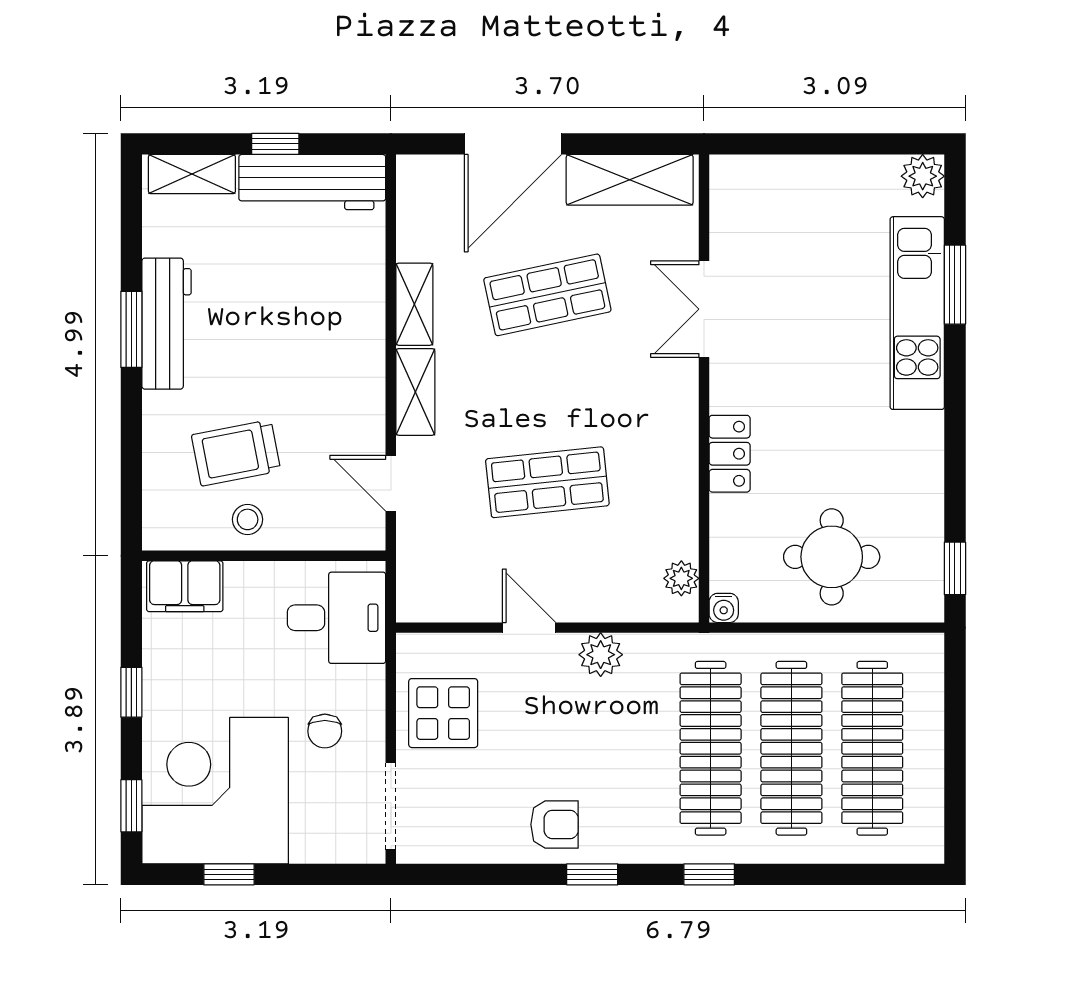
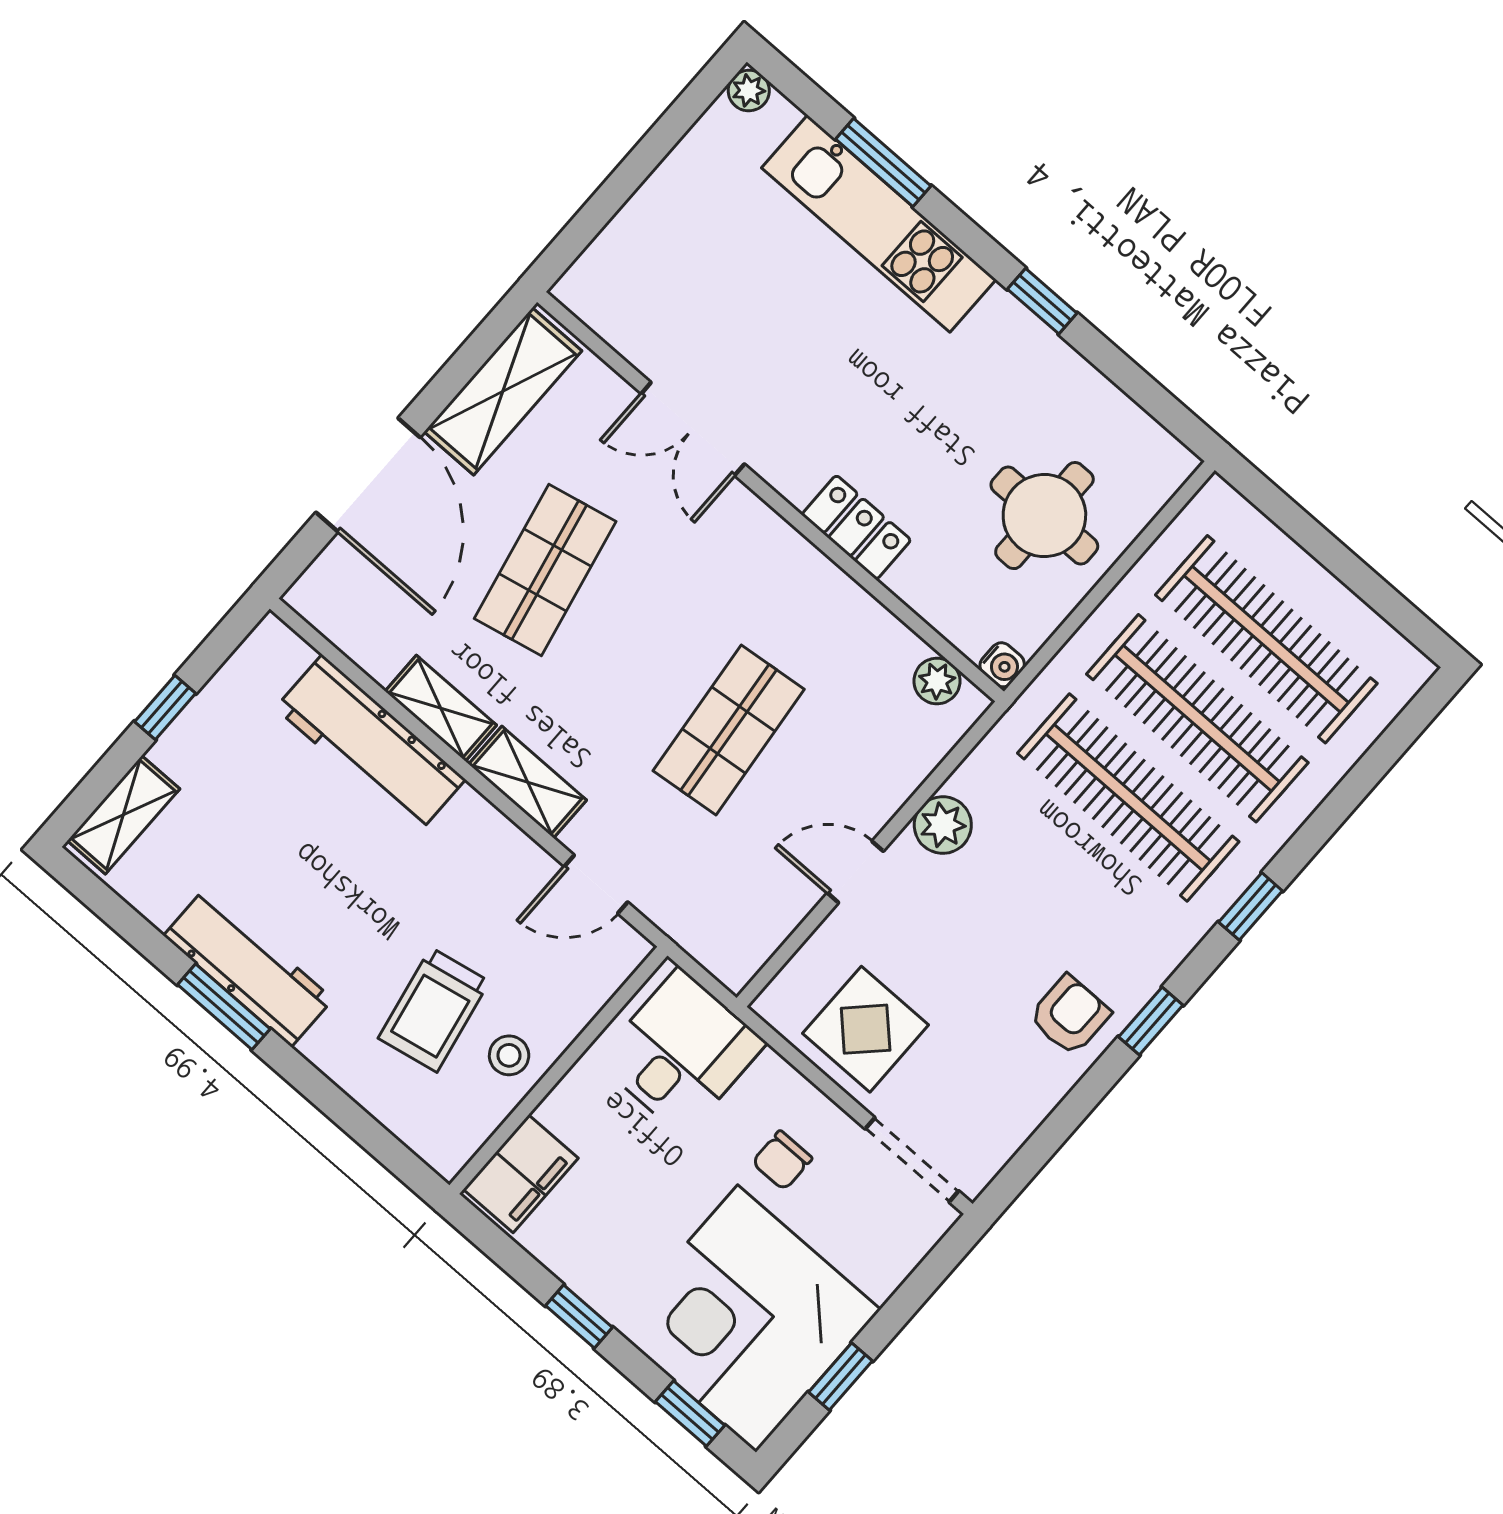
plant: (923, 176) -> (749, 90), width x0.73, depth x0.73
workbench: (312, 182) -> (370, 744), moved, turned 90
window: (955, 568) -> (1042, 301), moved
chair: (325, 731) -> (782, 1160), turned 90

